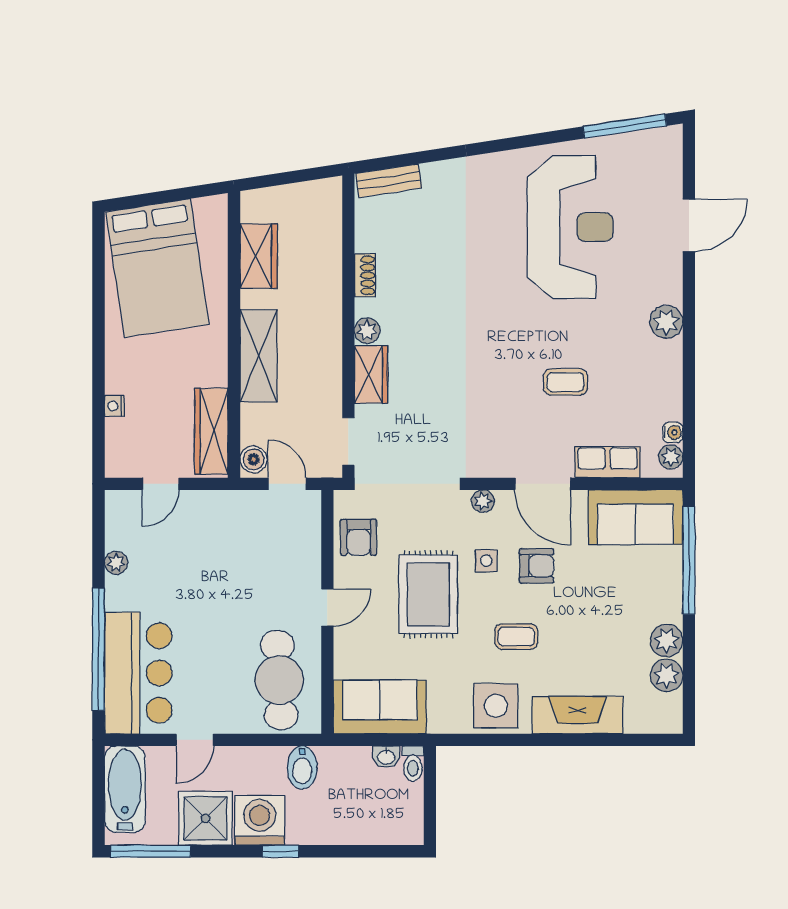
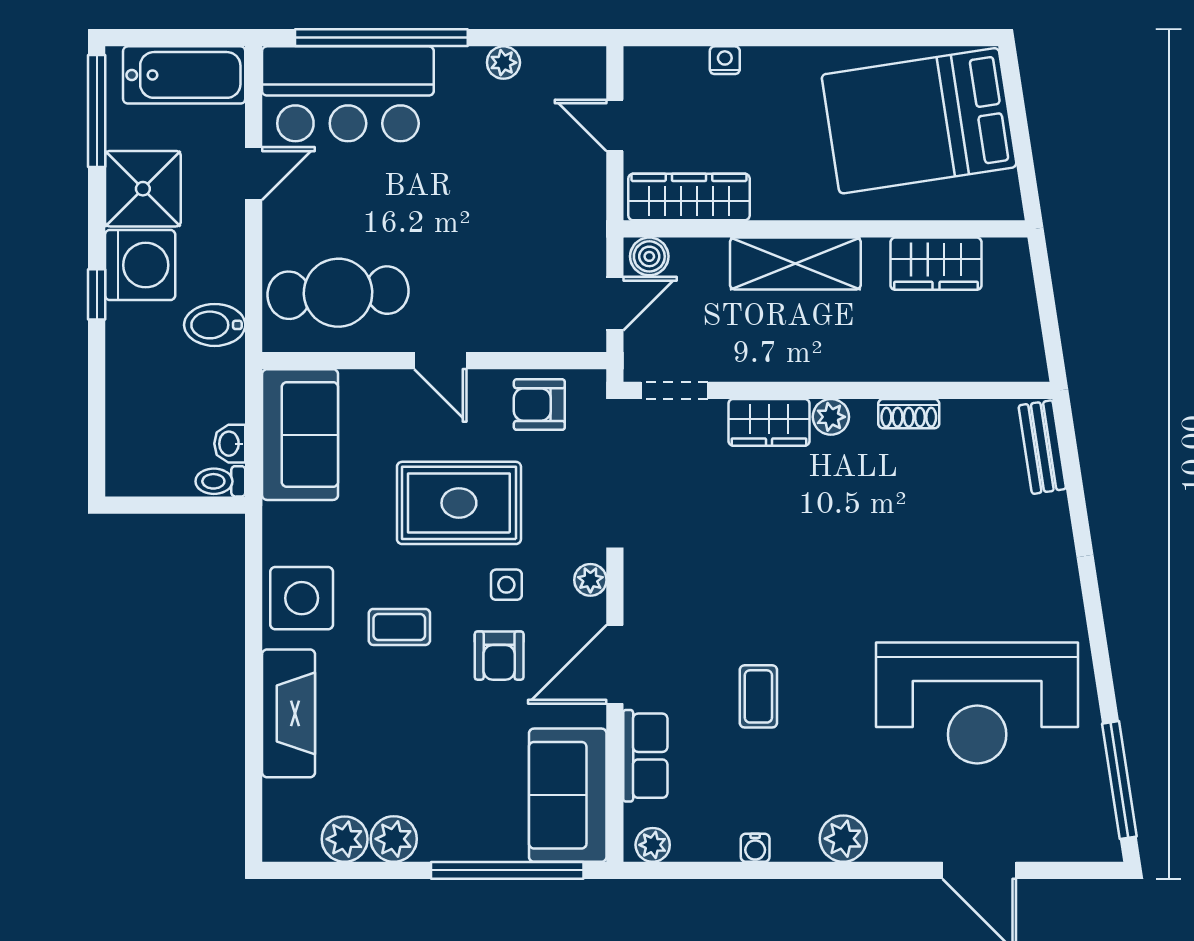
water cooler: (673, 432) -> (755, 848), moved
coffee table: (516, 637) -> (399, 627), turned 90
door: (195, 740) -> (254, 174), swing flipped

